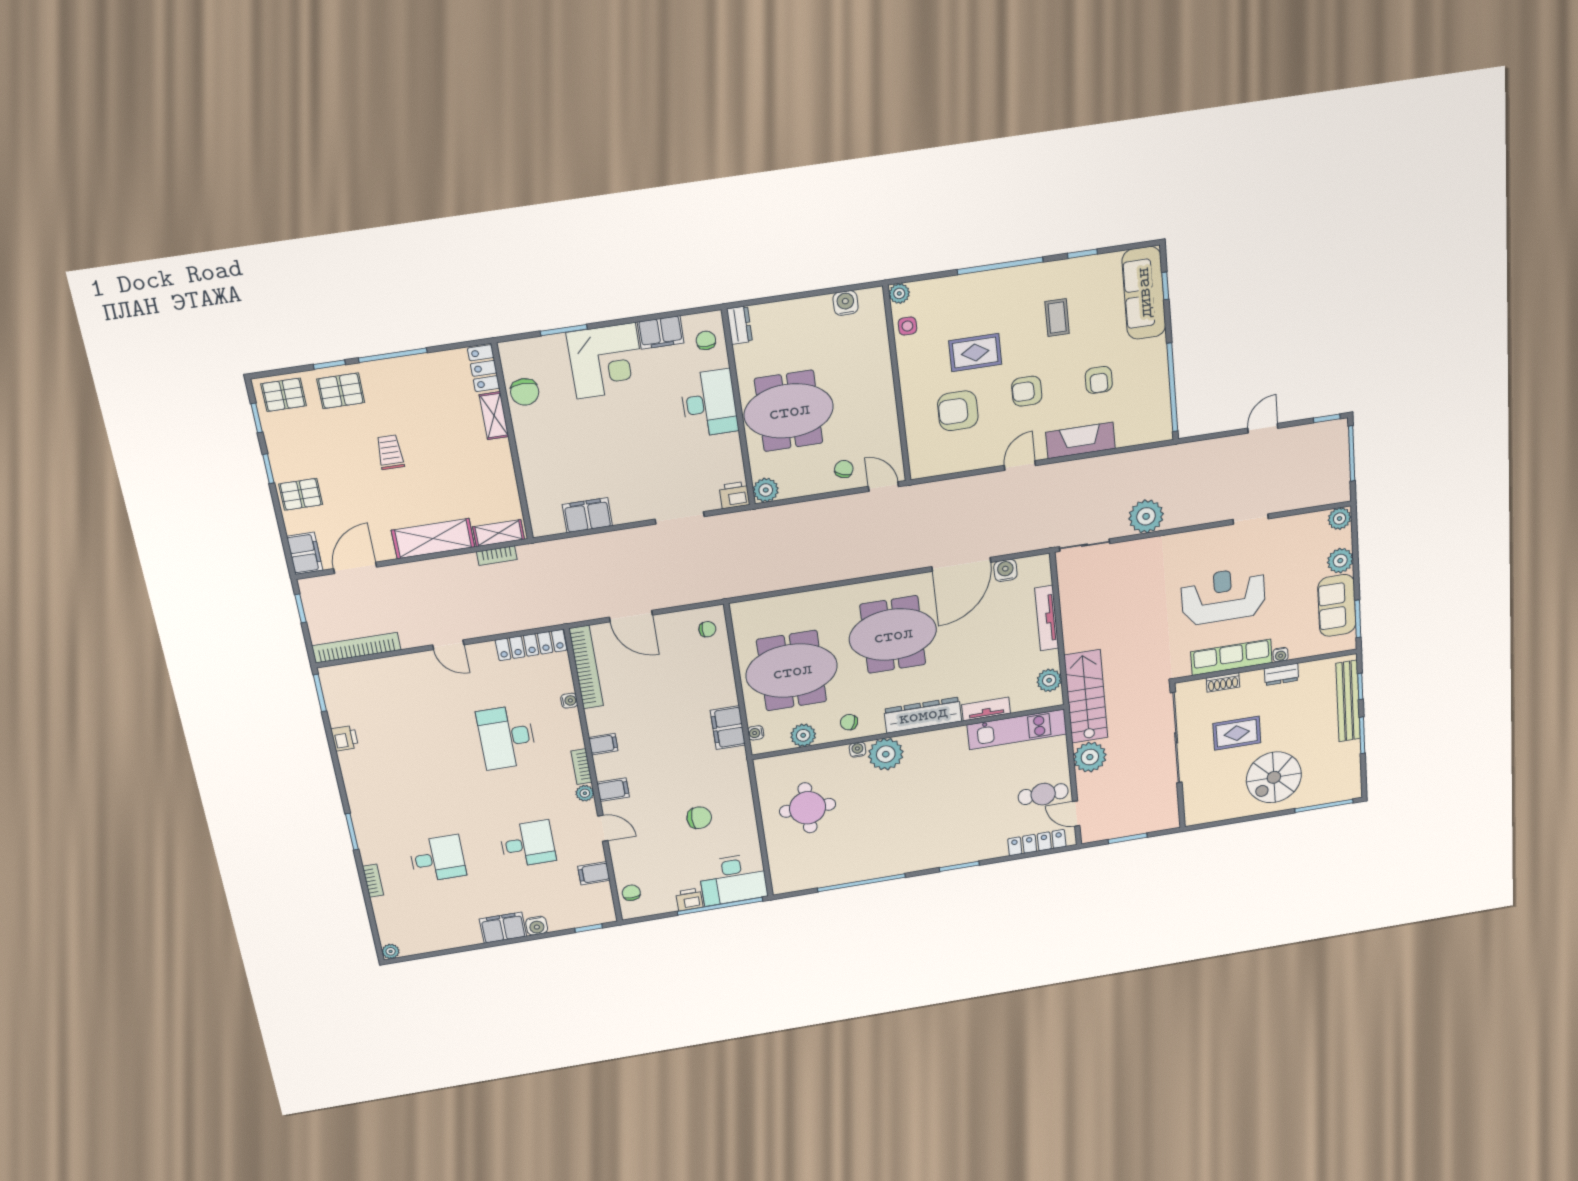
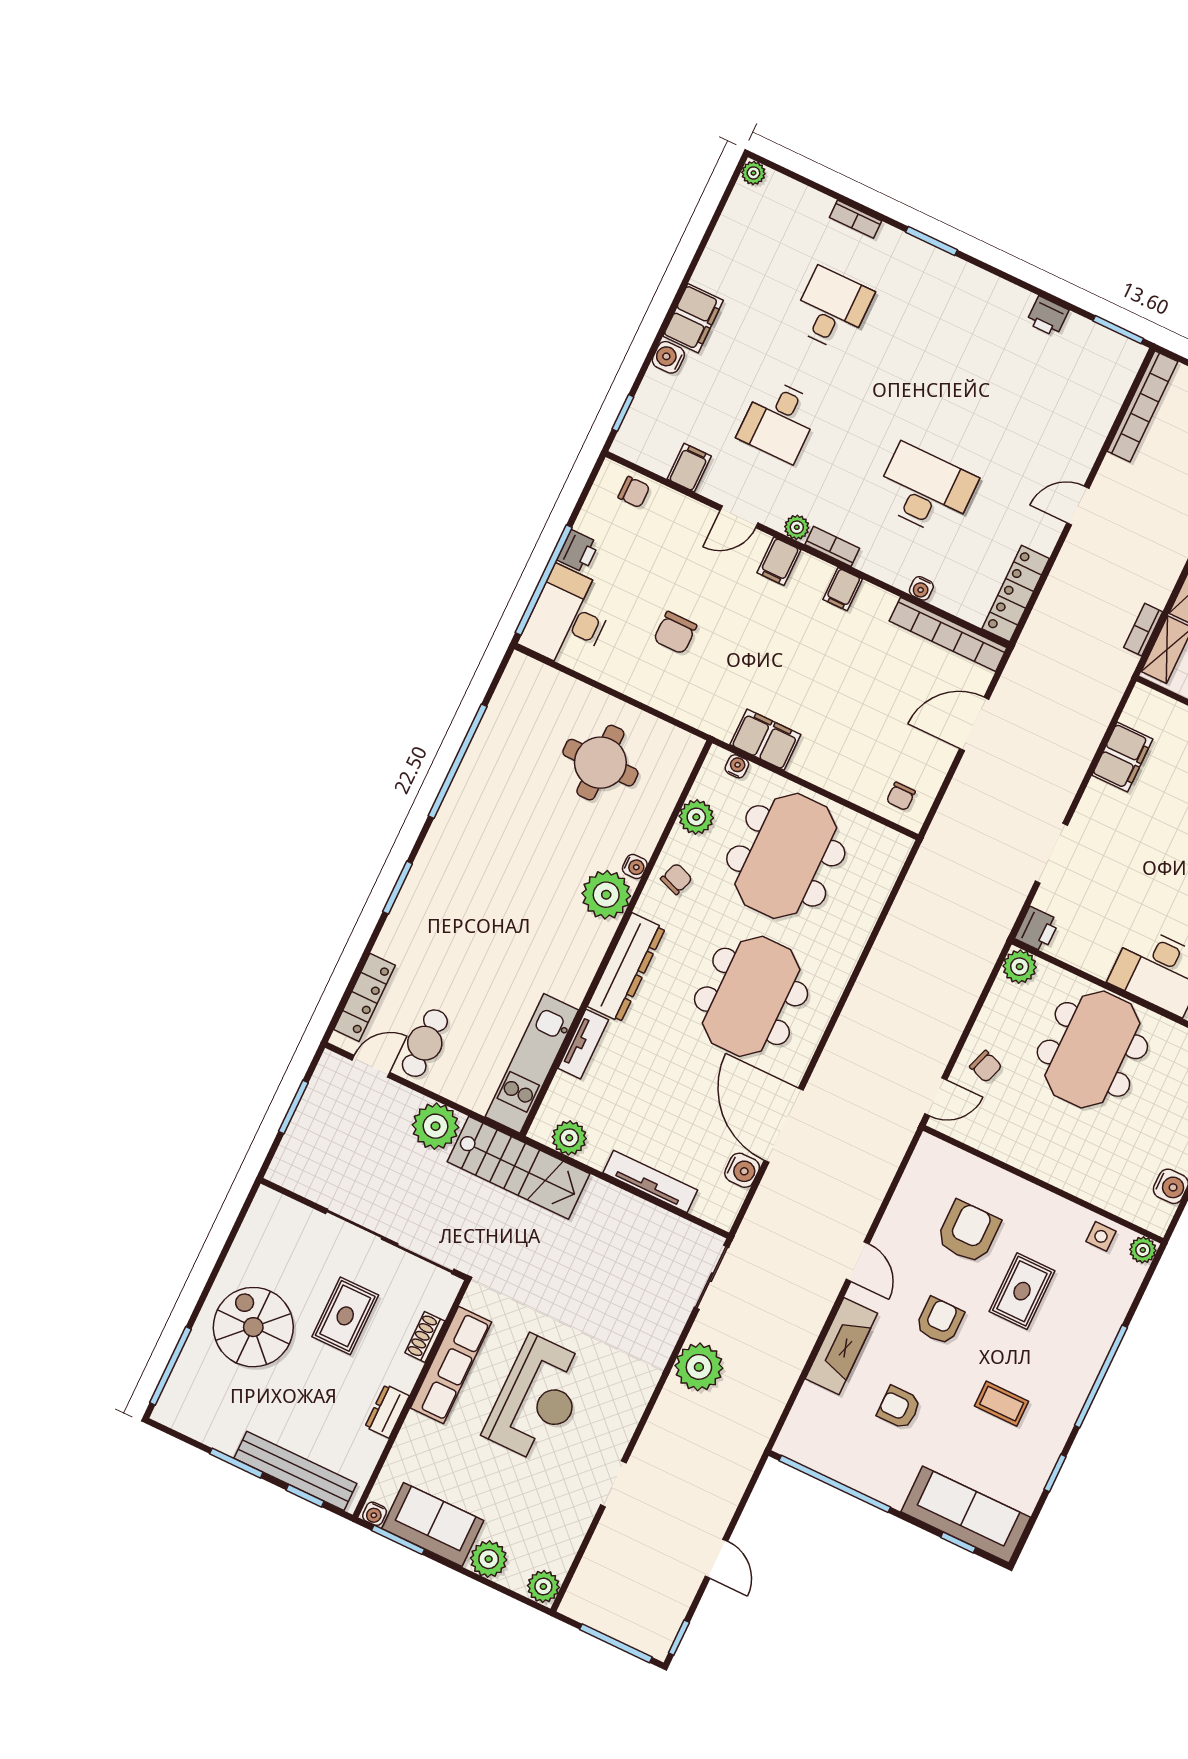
water cooler: (1281, 655) -> (375, 1514), moved, turned -90
desk: (437, 859) -> (832, 309), turned 180

